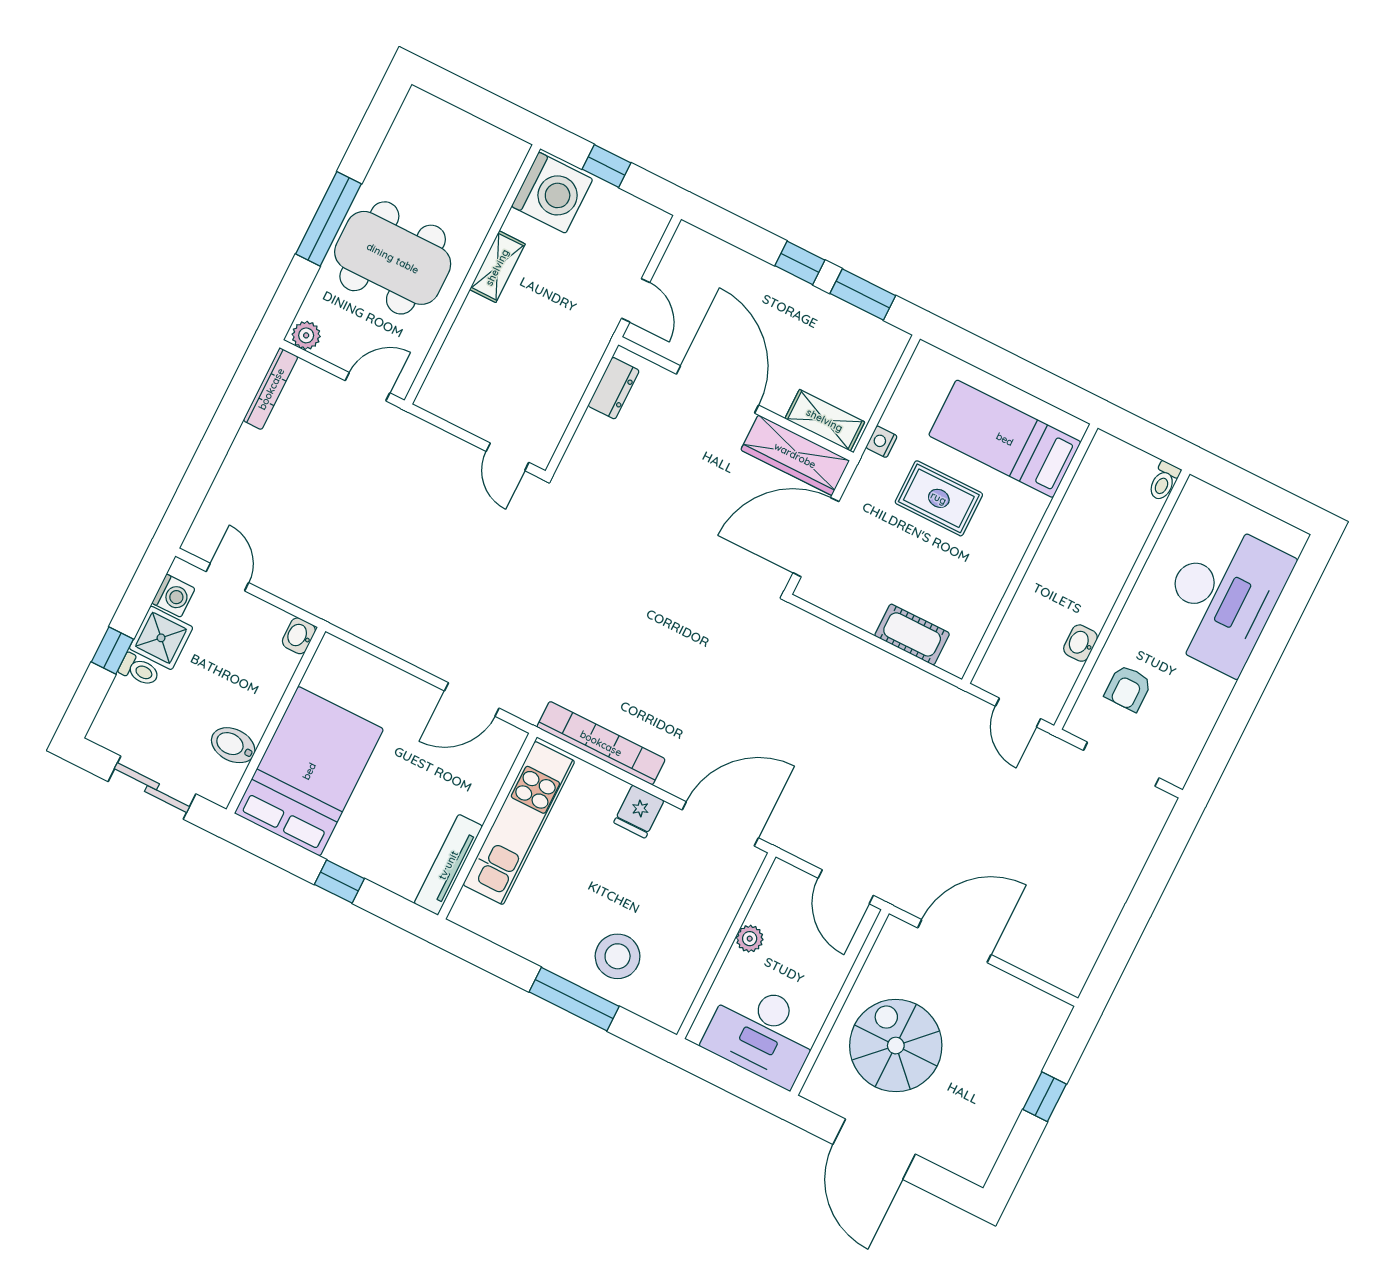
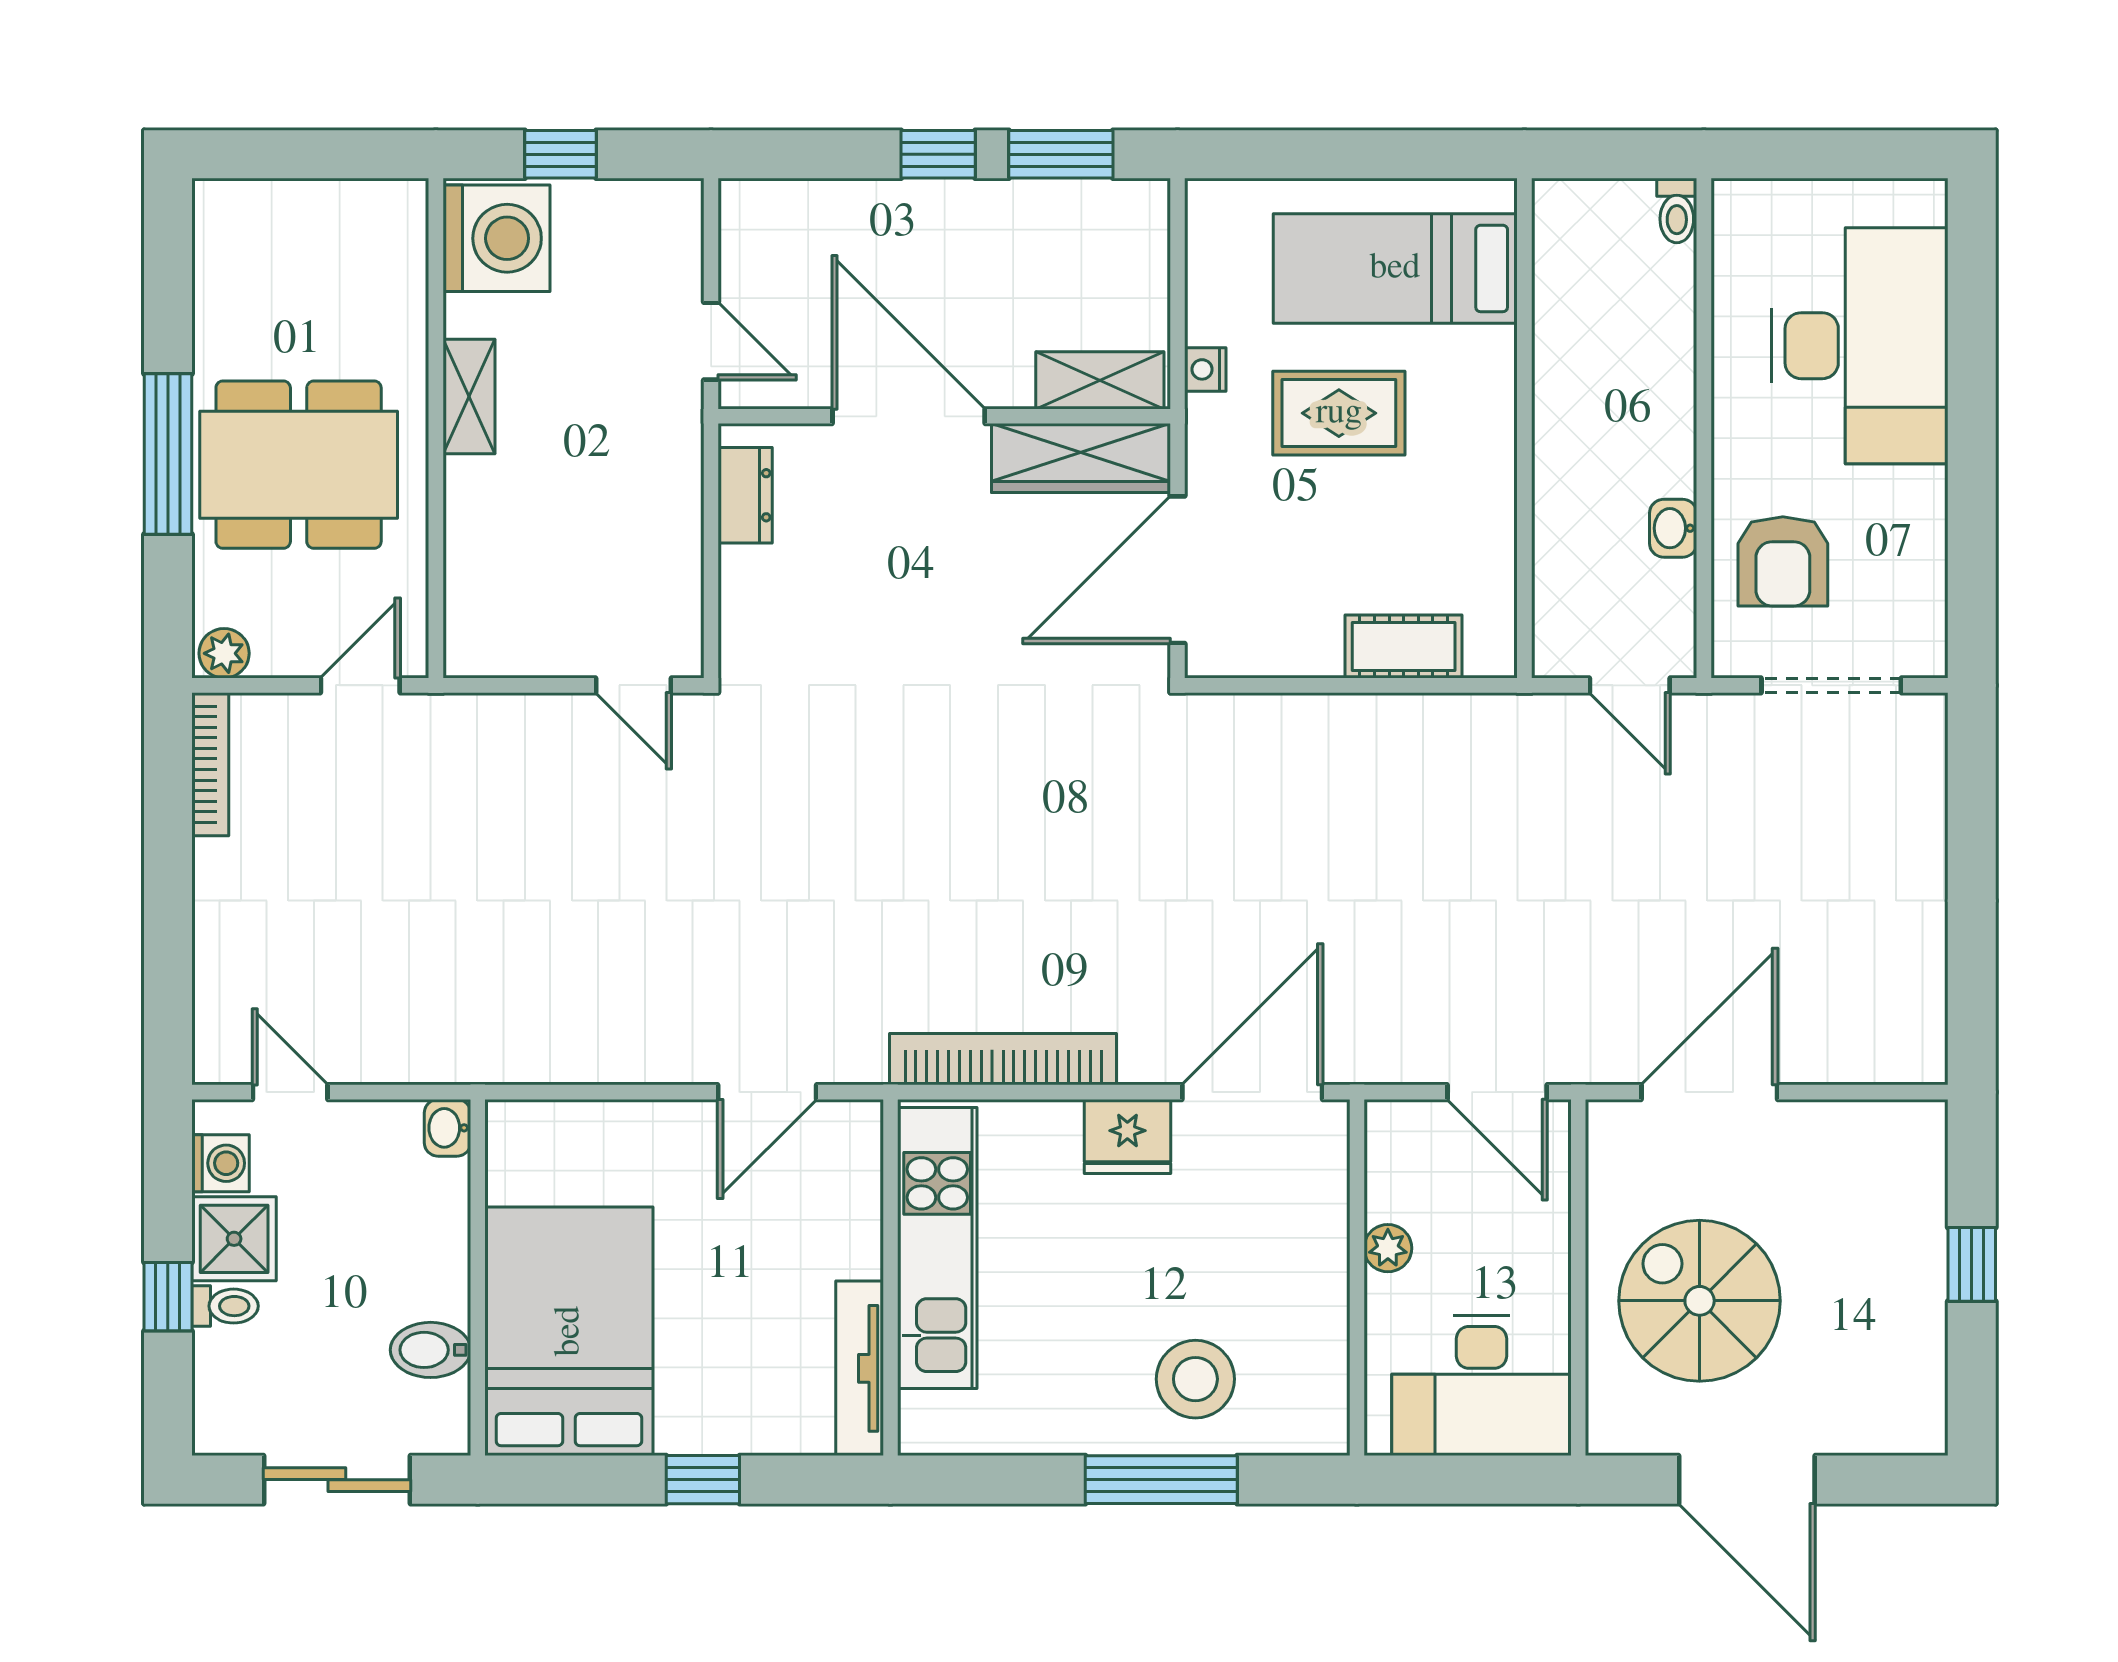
armchair: (1128, 688) -> (1783, 561), width x1.38, depth x1.38
fridge: (639, 812) -> (1127, 1136), width x1.38

